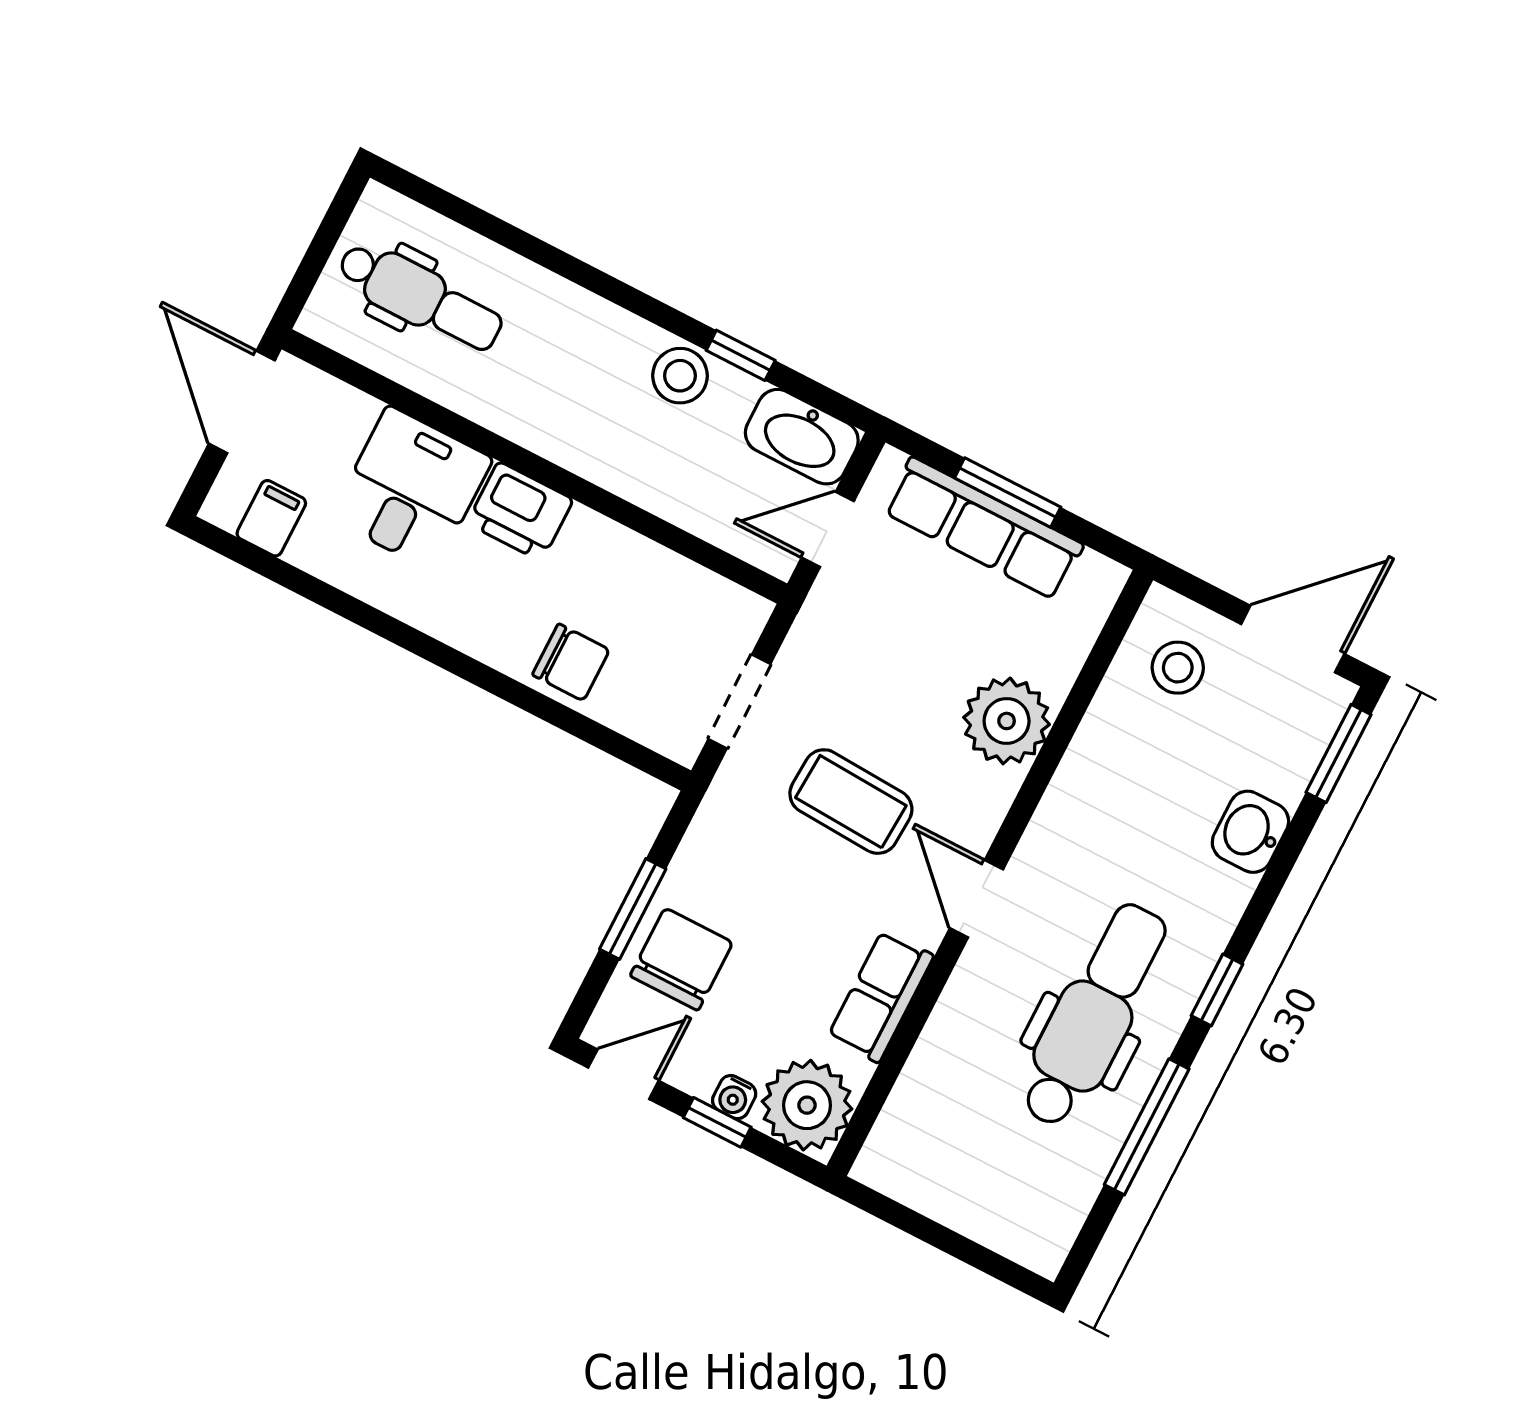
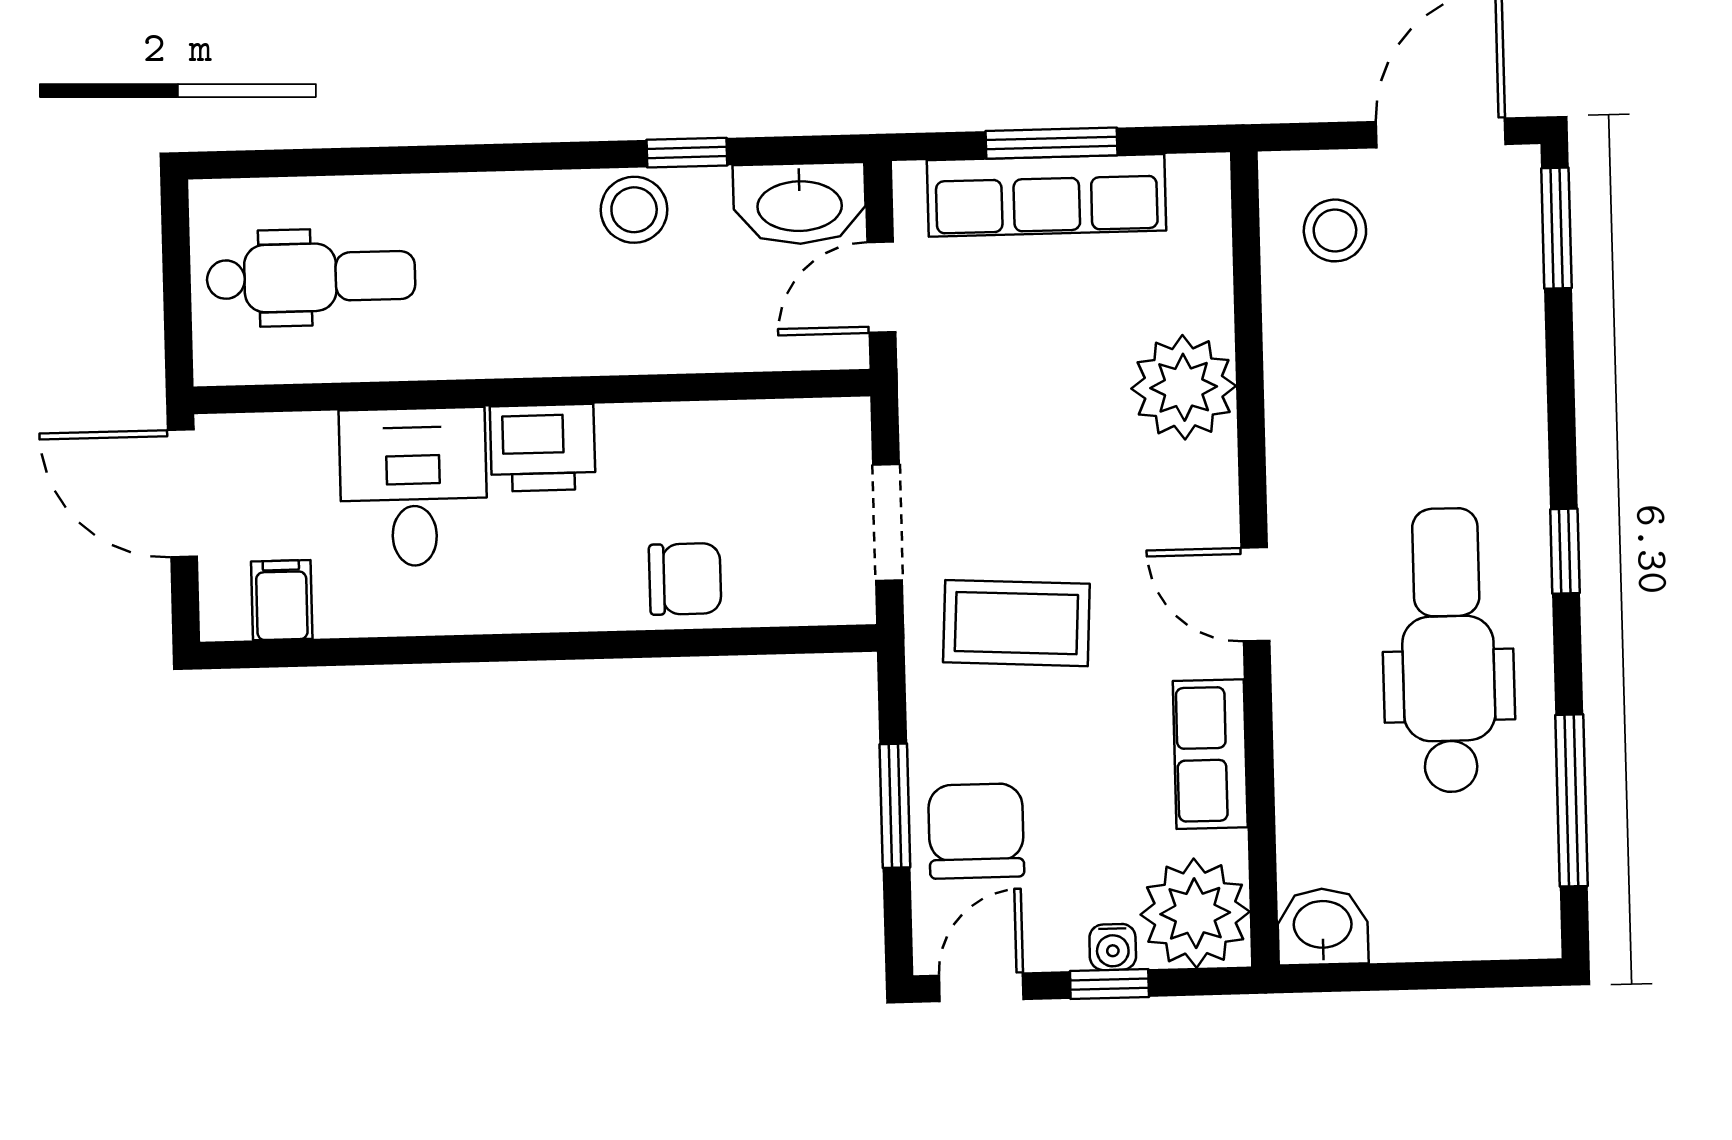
coffee table: (851, 802) -> (1016, 623), moved
washbasin: (1250, 832) -> (1323, 927), moved, turned 90
window: (1147, 1127) -> (1571, 800), moved

